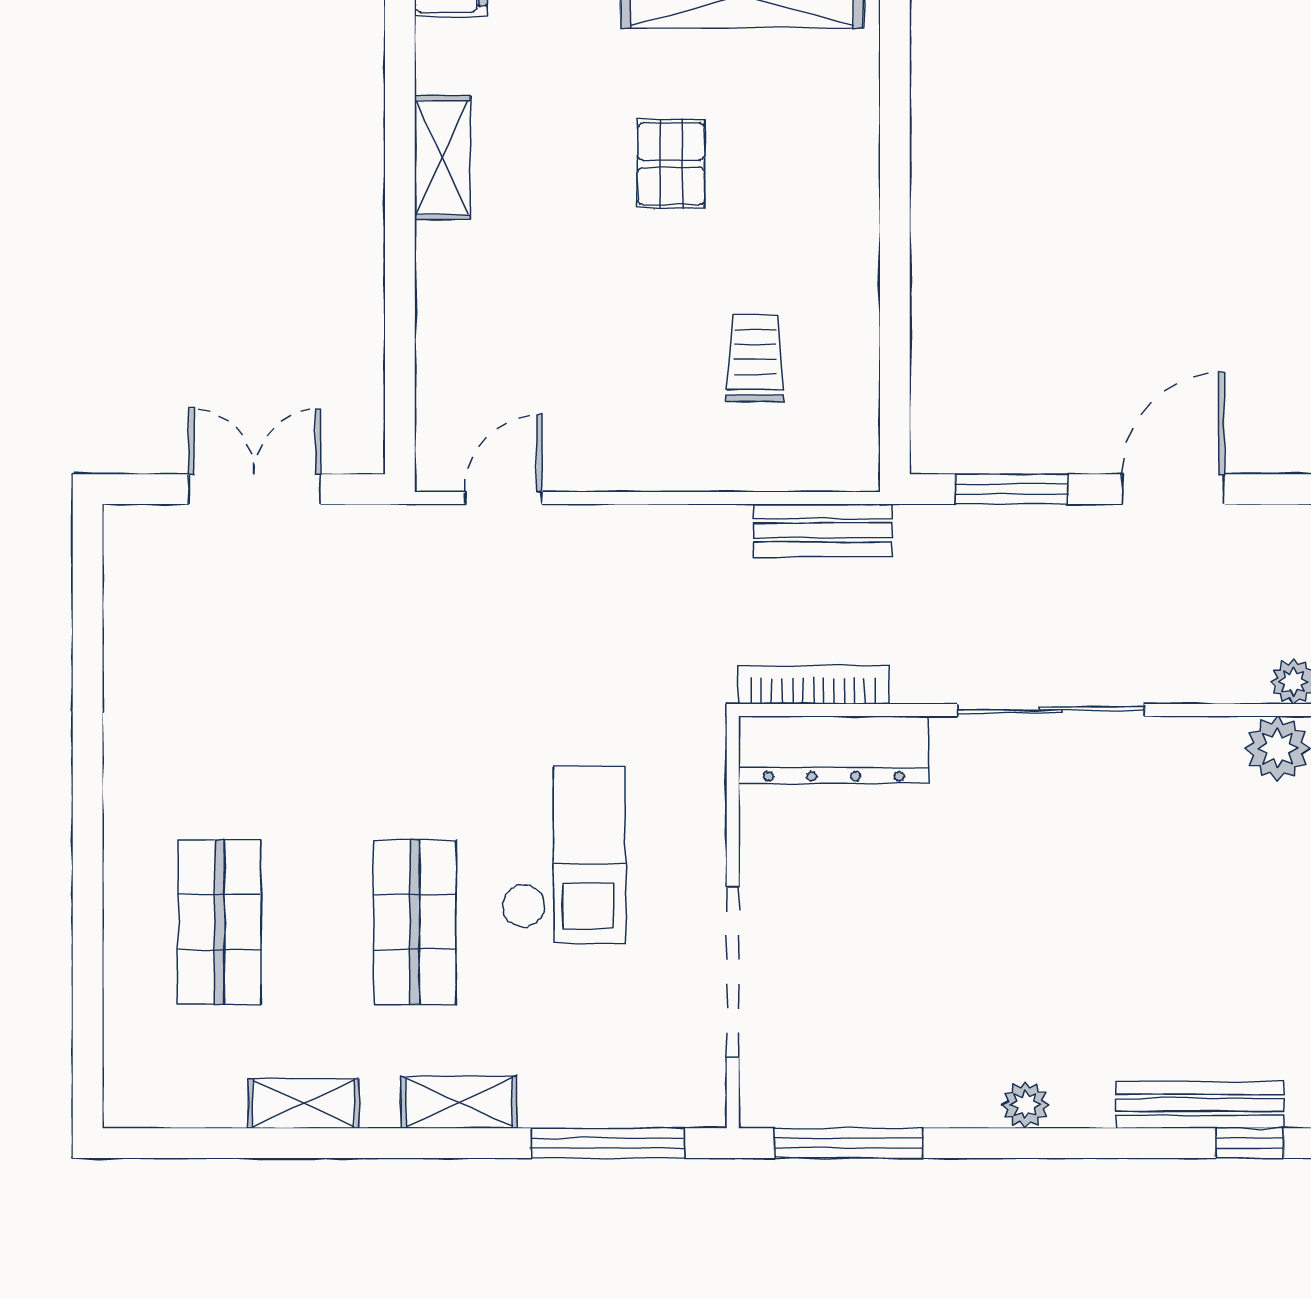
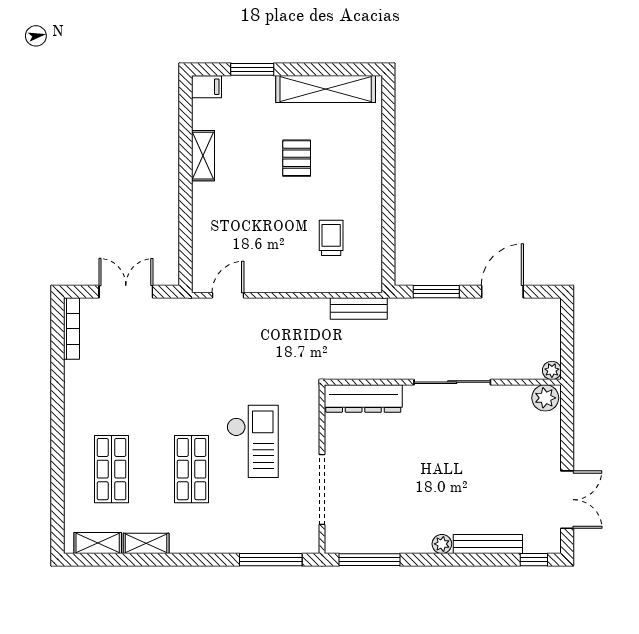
bookcase: (813, 685) -> (71, 329), moved, turned 90
shelving: (459, 1102) -> (98, 543), moved
bench: (1200, 1105) -> (488, 544), moved

